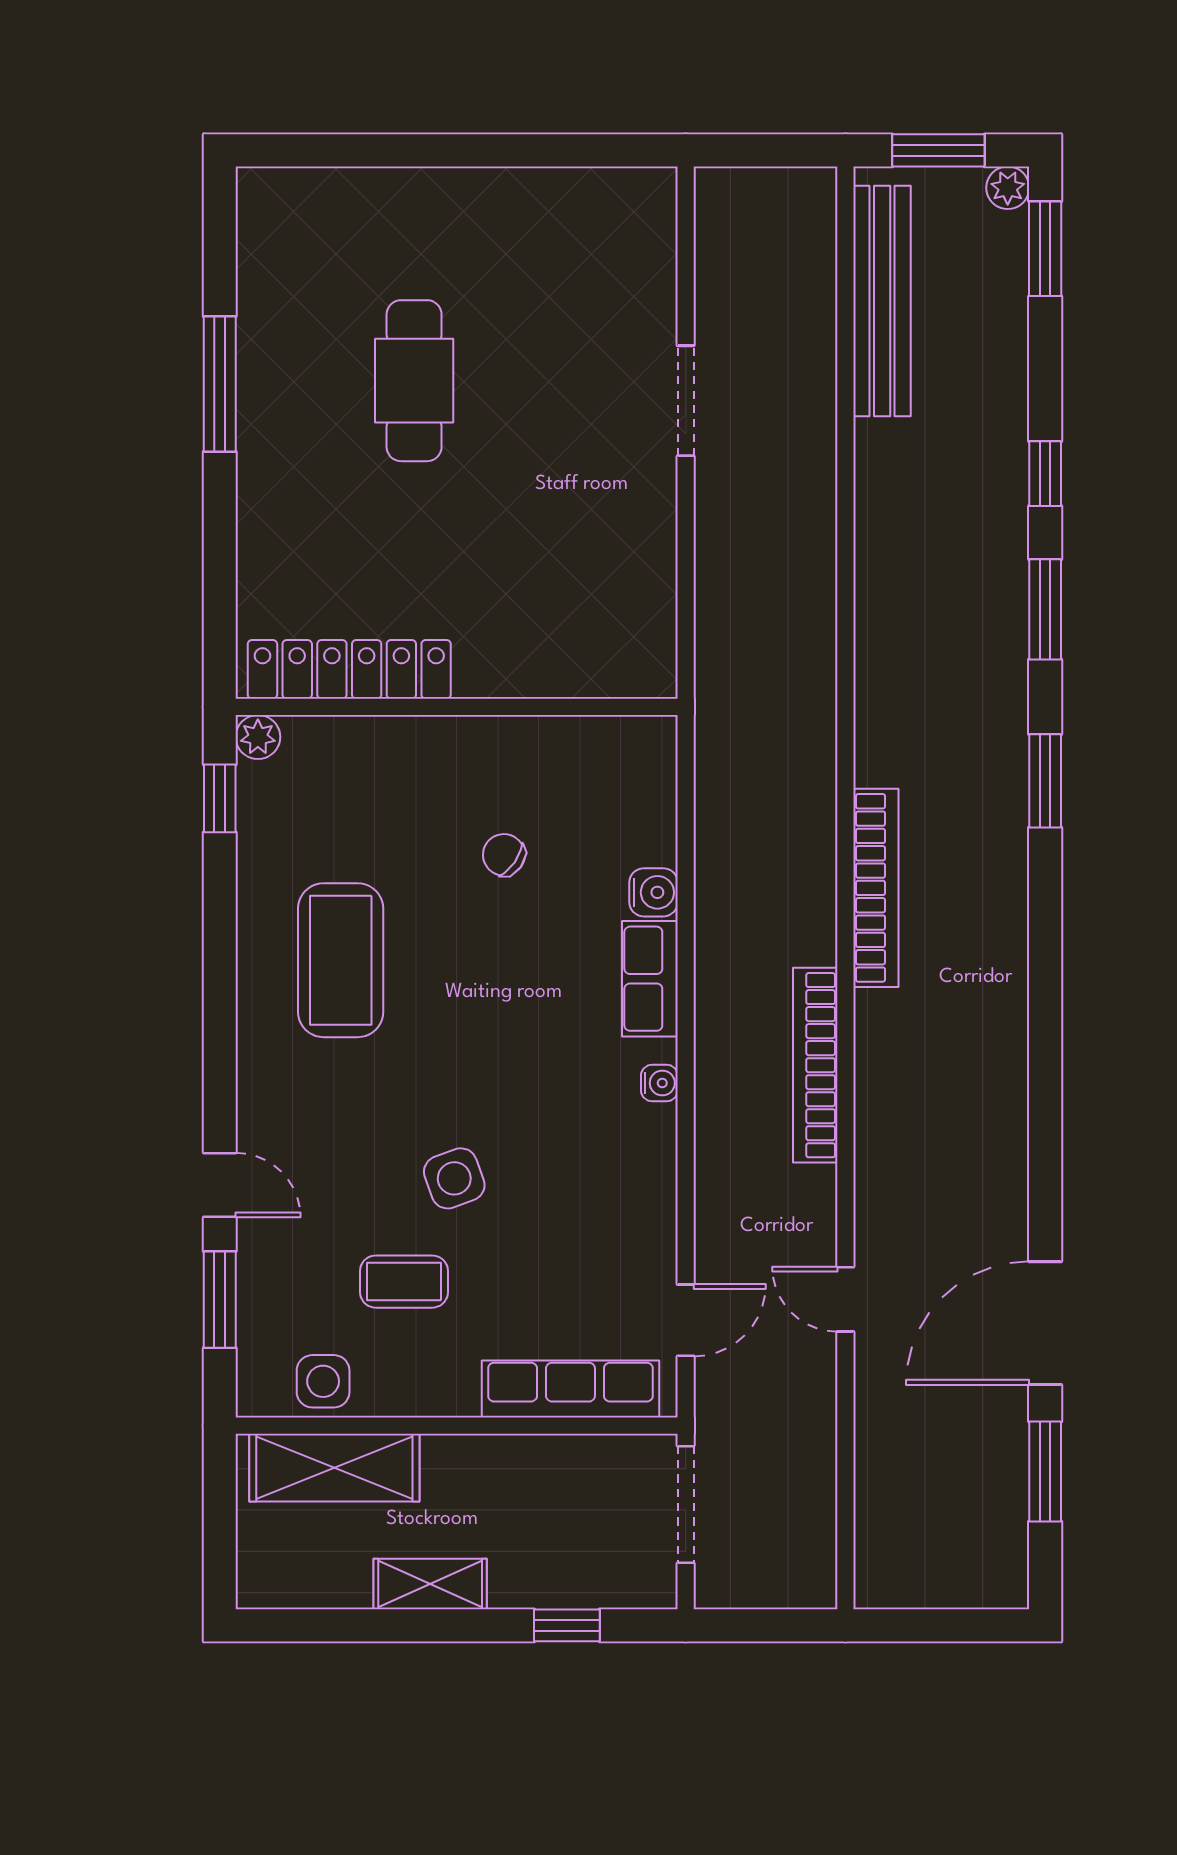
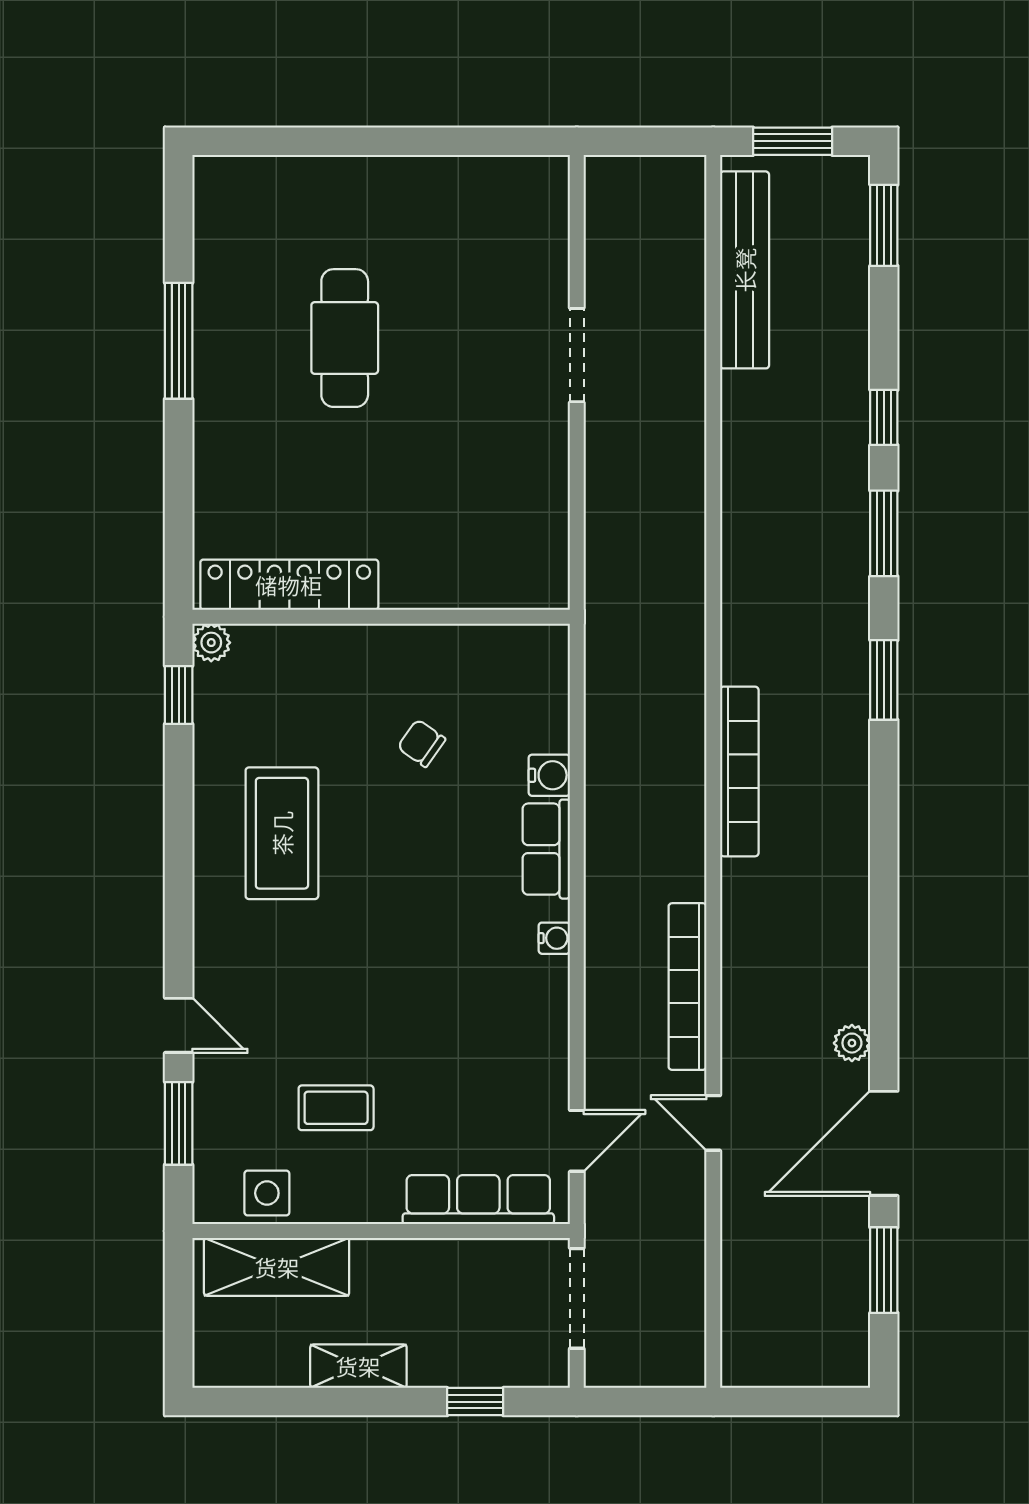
plant: (1008, 188) -> (852, 1043), moved
bookcase: (815, 1065) -> (687, 987), moved
side table: (454, 1178) -> (379, 1020), removed

